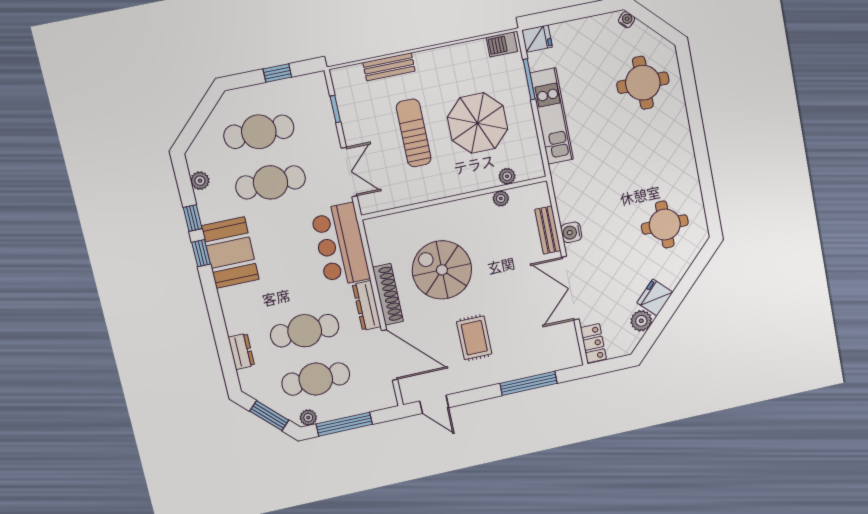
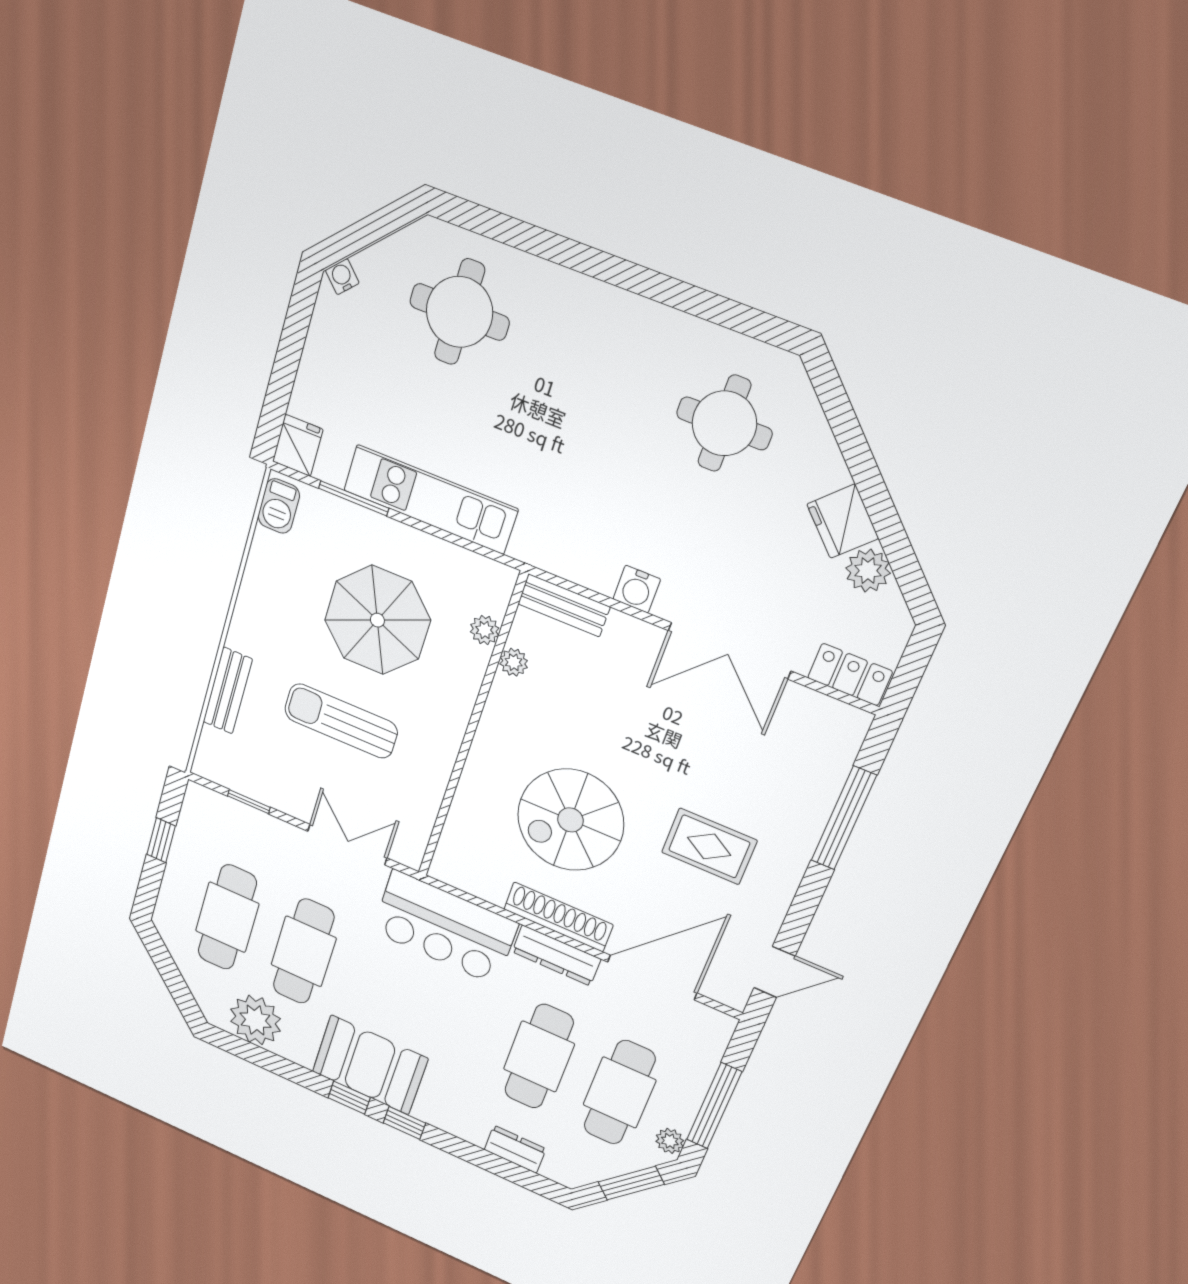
plant: (200, 181) -> (256, 1020), width x1.88, depth x1.88
window: (193, 218) -> (404, 1123), moved
bench: (548, 230) -> (564, 605), moved

